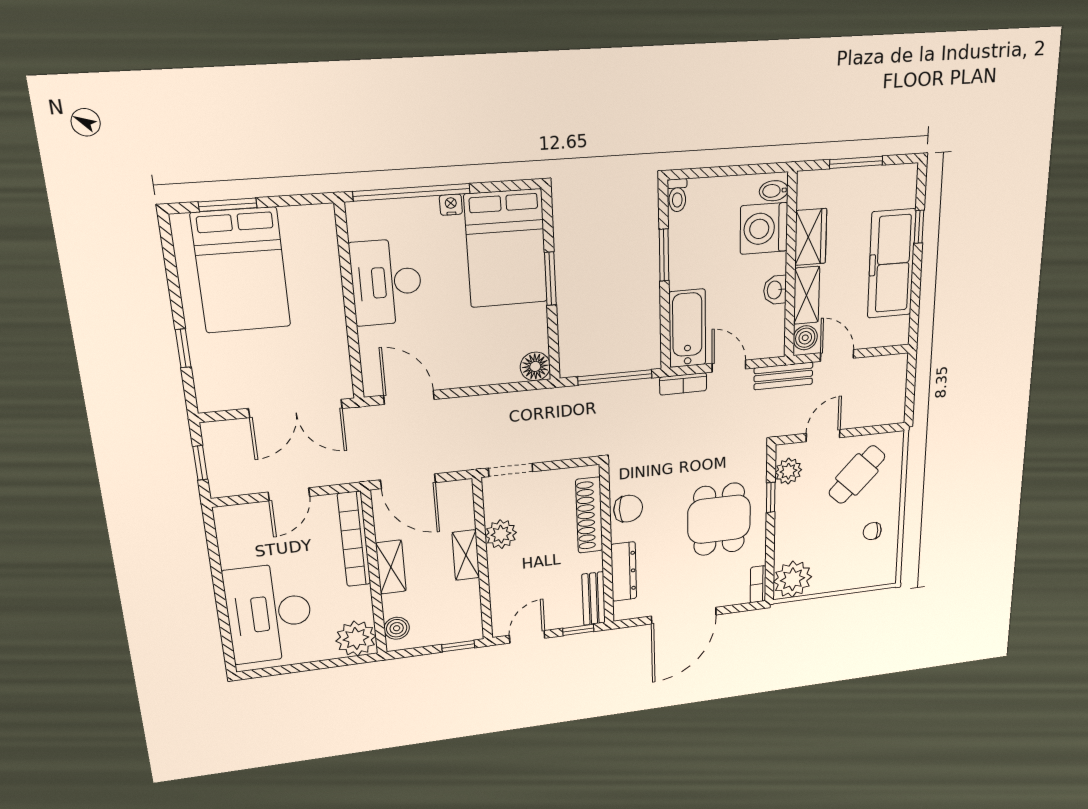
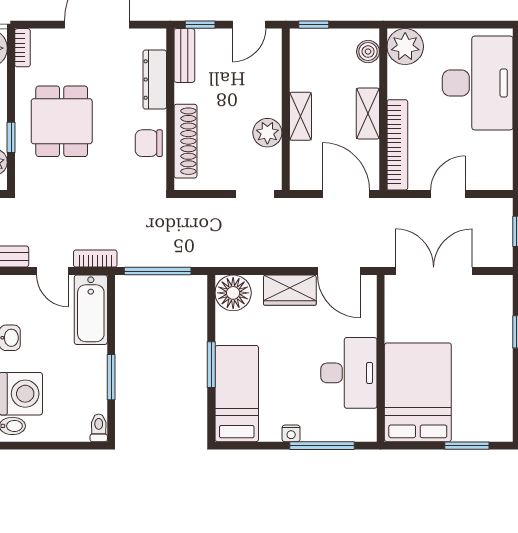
window: (412, 192) -> (322, 446), width x0.68
bed: (506, 248) -> (237, 394), width x0.67
bed: (241, 270) -> (418, 392), moved
floor lamp: (535, 366) -> (233, 293), width x1.38, depth x1.38
wardrobe: (464, 371) -> (290, 290), added

